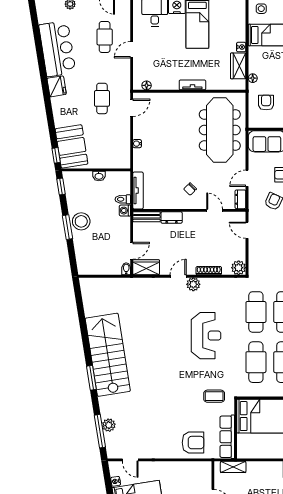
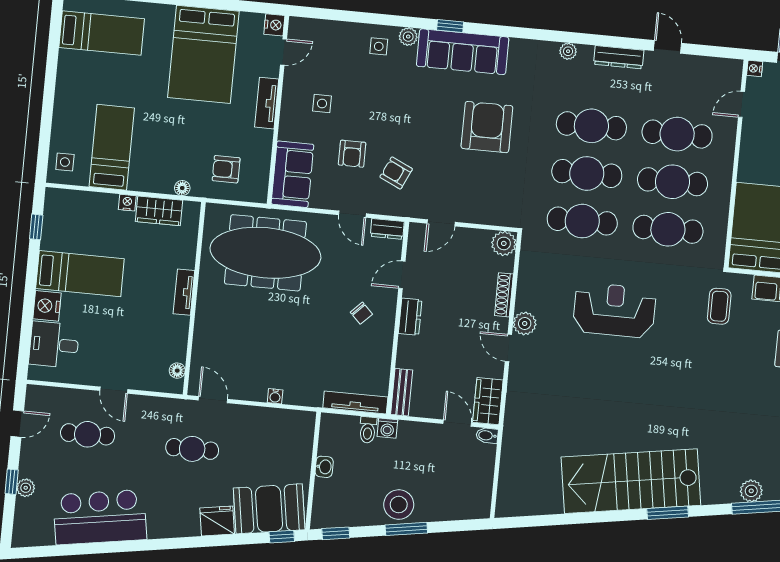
fridge: (57, 86) -> (217, 521), moved
dresser: (172, 218) -> (410, 317), moved

